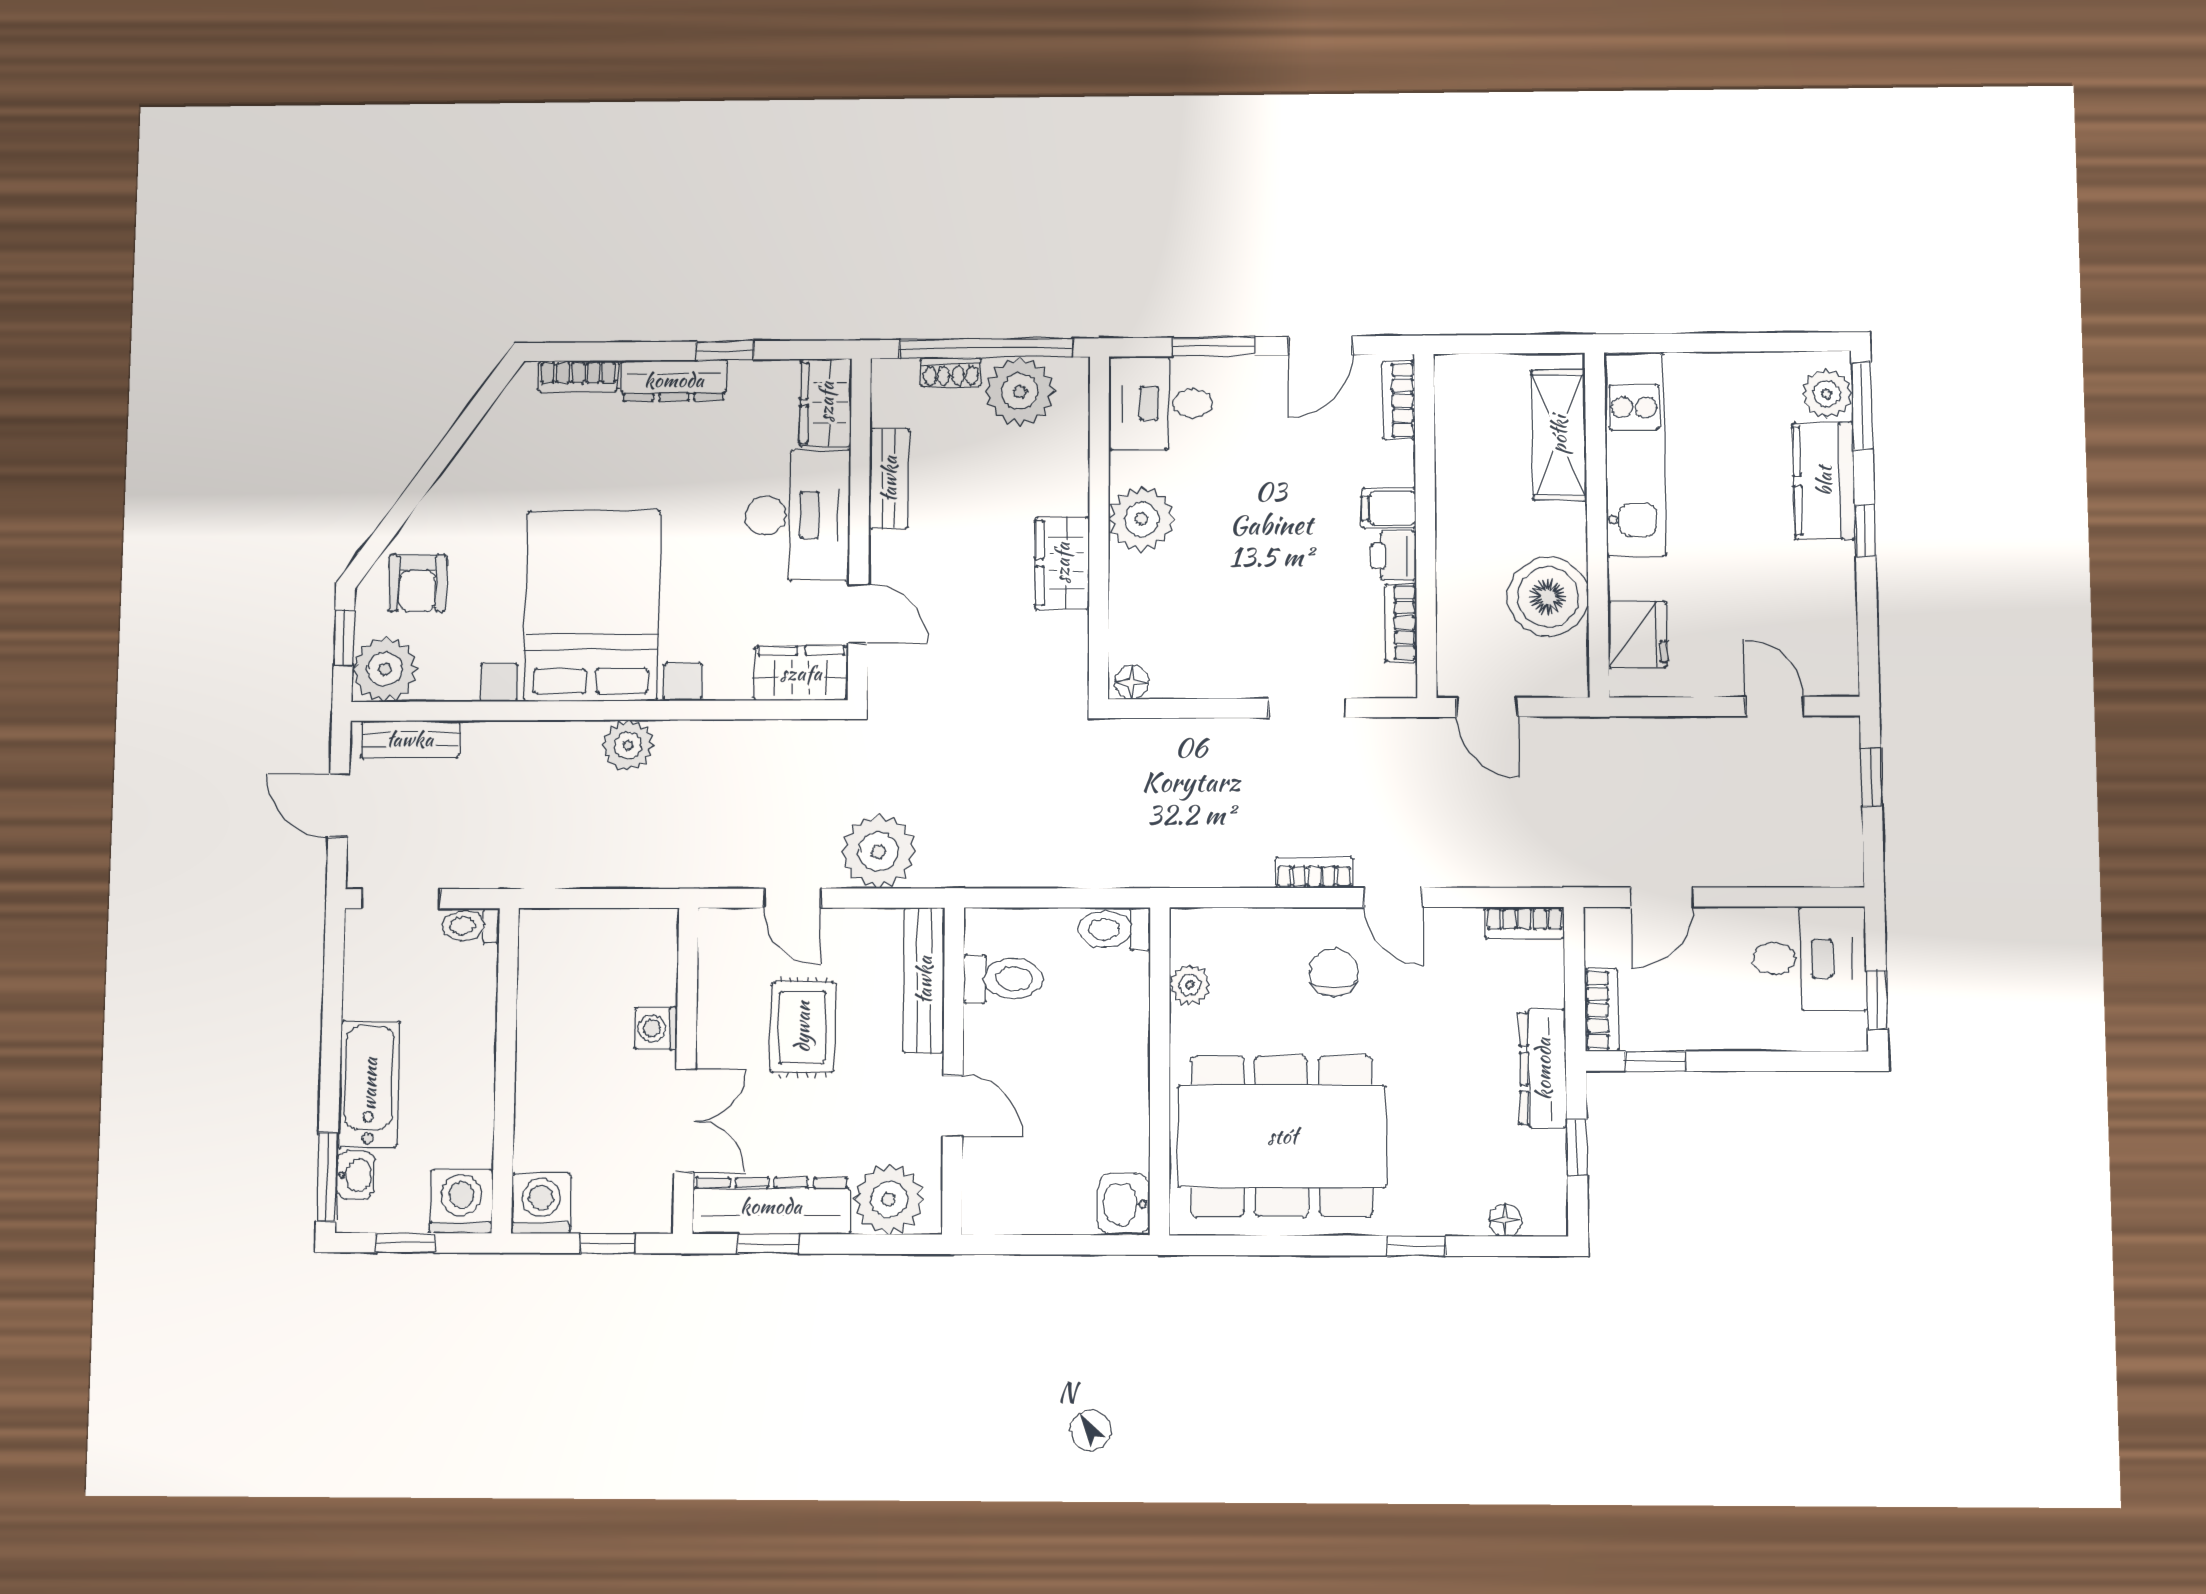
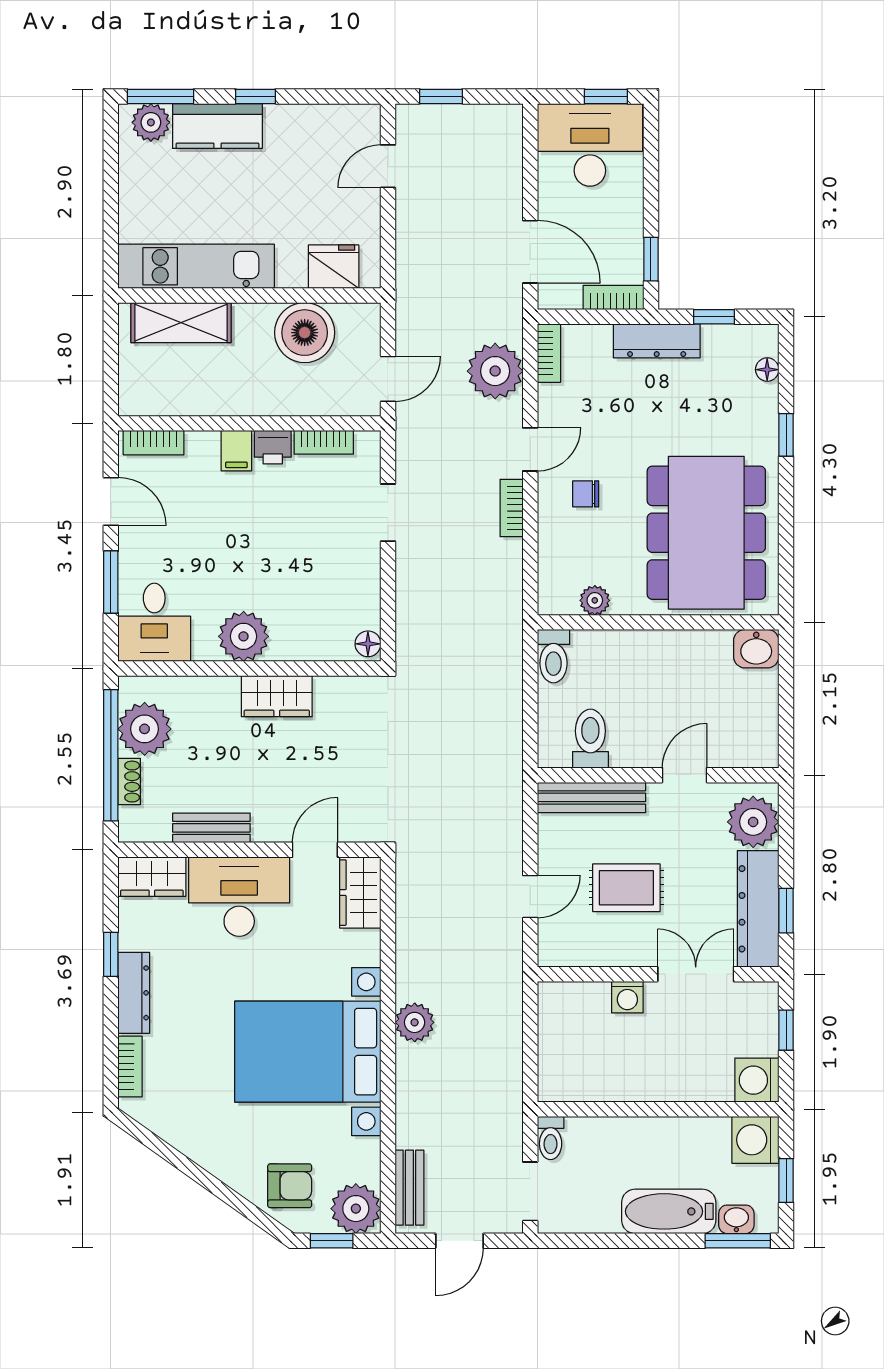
plant: (878, 851) -> (495, 371), moved
door: (1662, 897) -> (530, 252), width x1.38
desk: (1809, 959) -> (590, 145), width x1.37
chair: (1334, 972) -> (586, 494), width x0.73, depth x0.73

